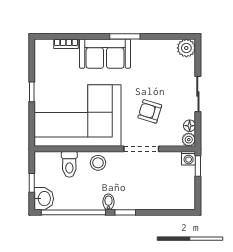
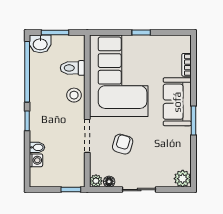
washing machine: (189, 158) -> (36, 160), moved, turned 180
window: (32, 183) -> (55, 32), width x1.50
bidet: (108, 202) -> (37, 147), moved

